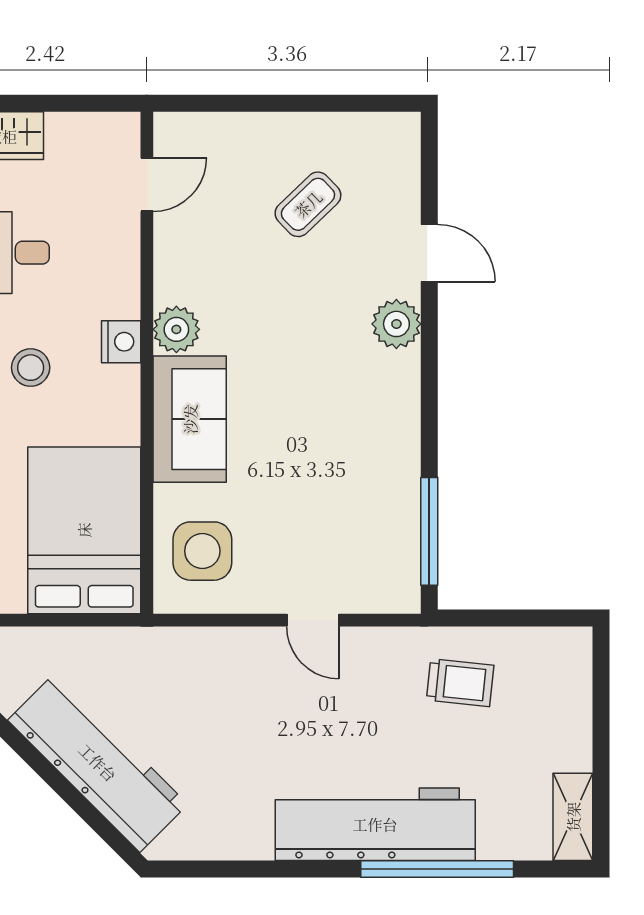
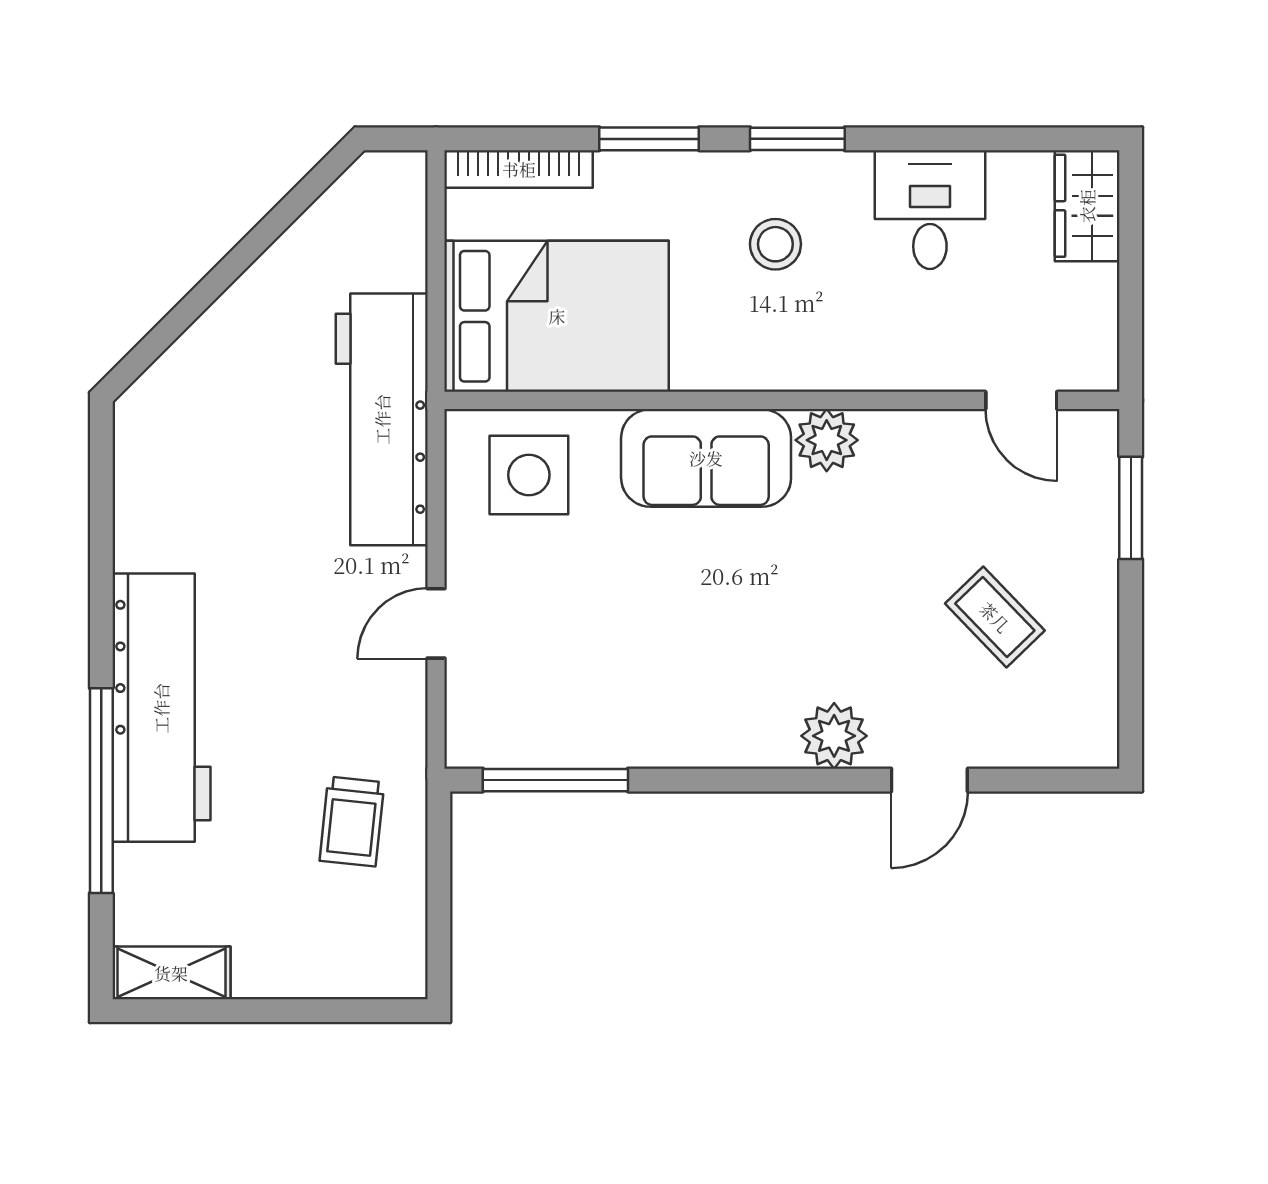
window: (227, 103) -> (1131, 508), added
nightstand: (121, 342) -> (810, 366), removed
workbench: (98, 762) -> (382, 419), moved, turned 135

